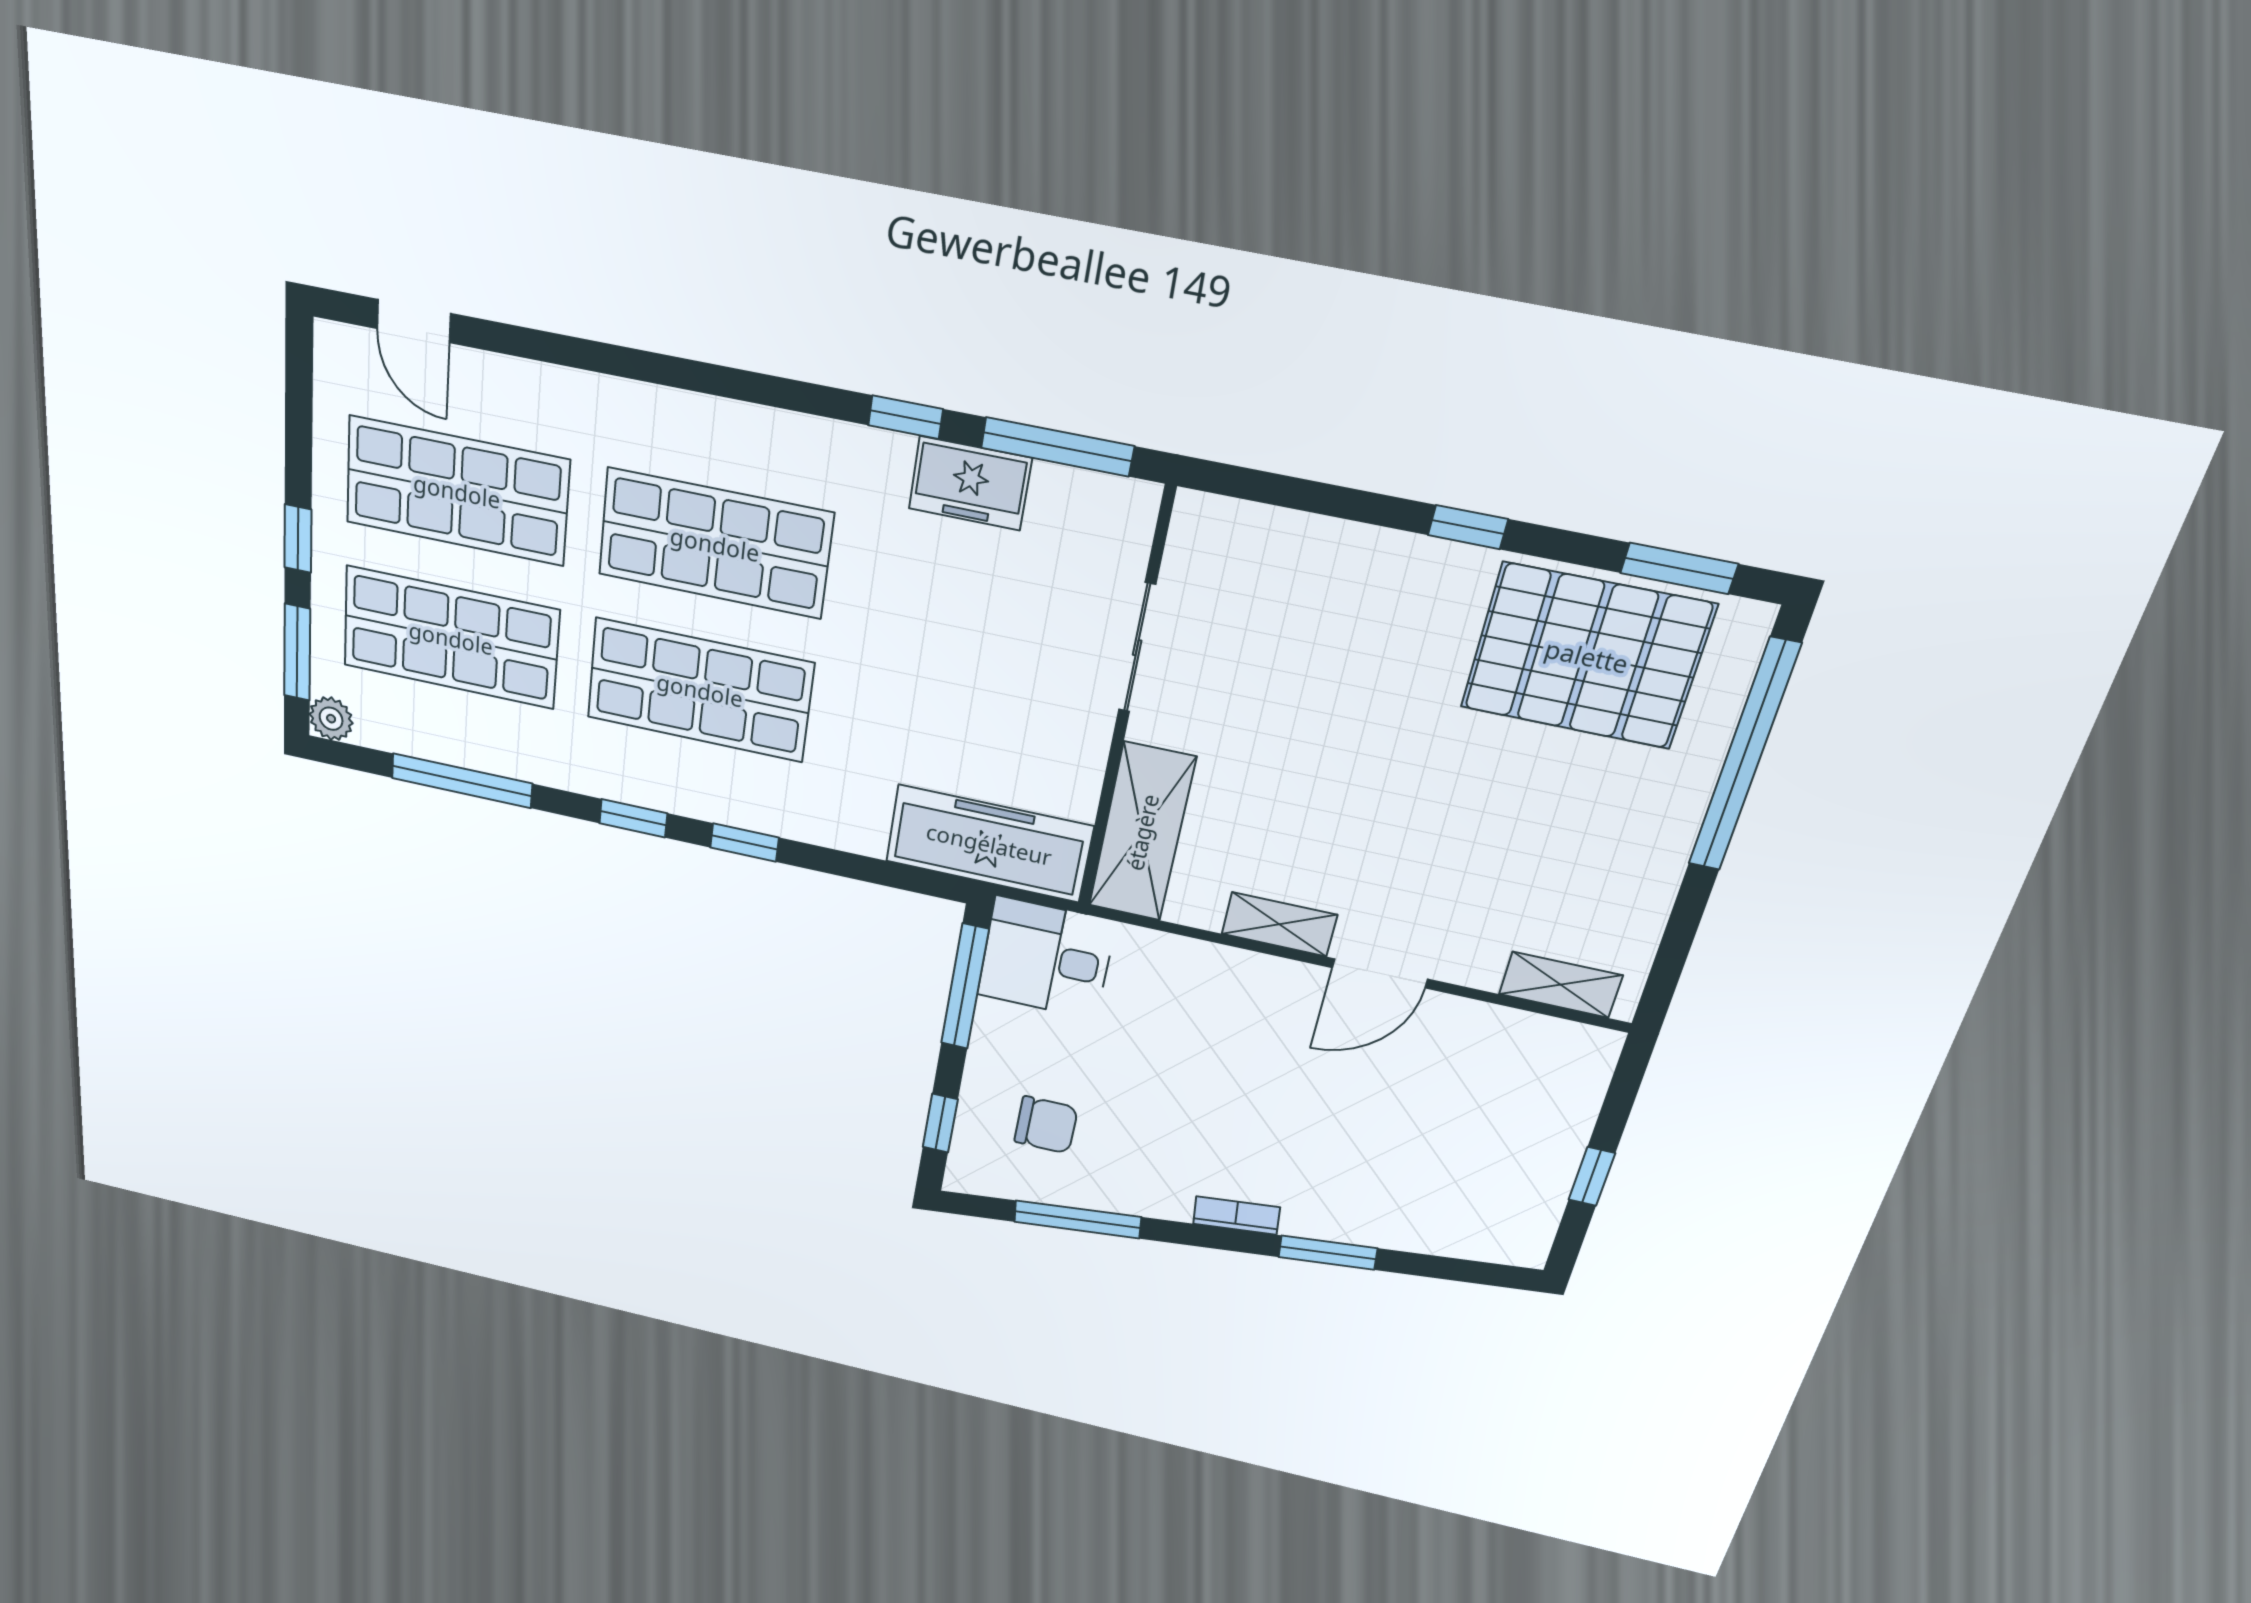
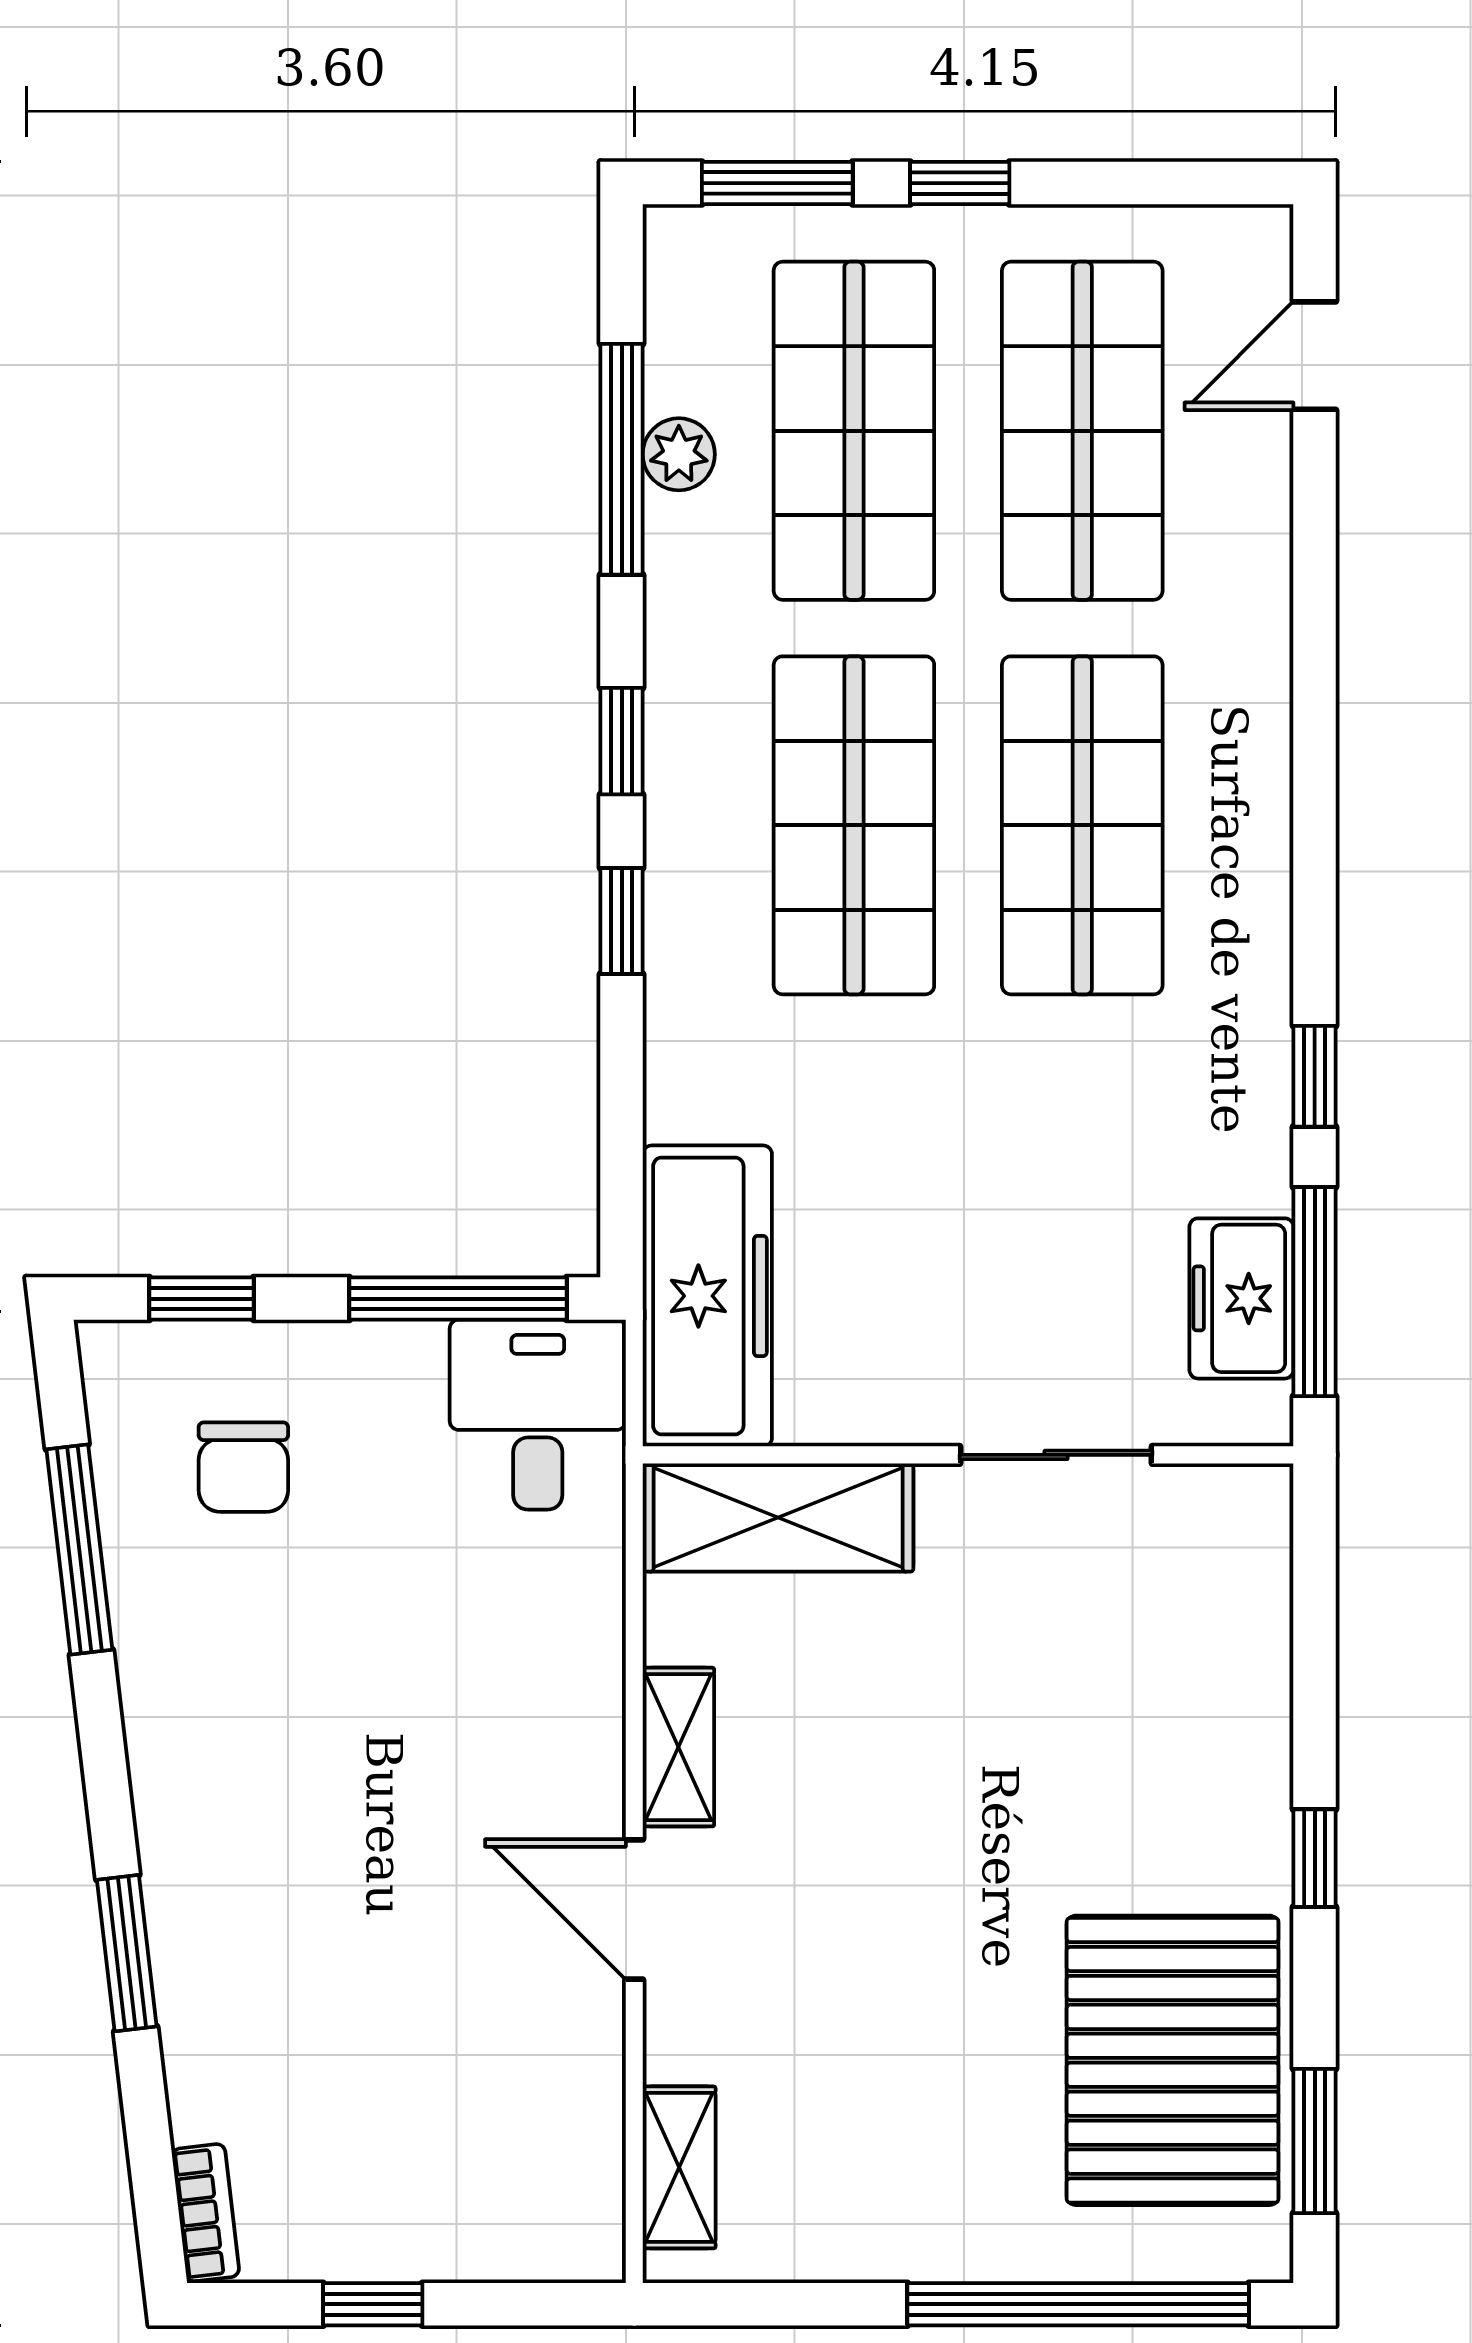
freezer: (970, 483) -> (1241, 1298), moved
plant: (331, 719) -> (679, 454), moved
bookcase: (1236, 1216) -> (206, 2213), moved

